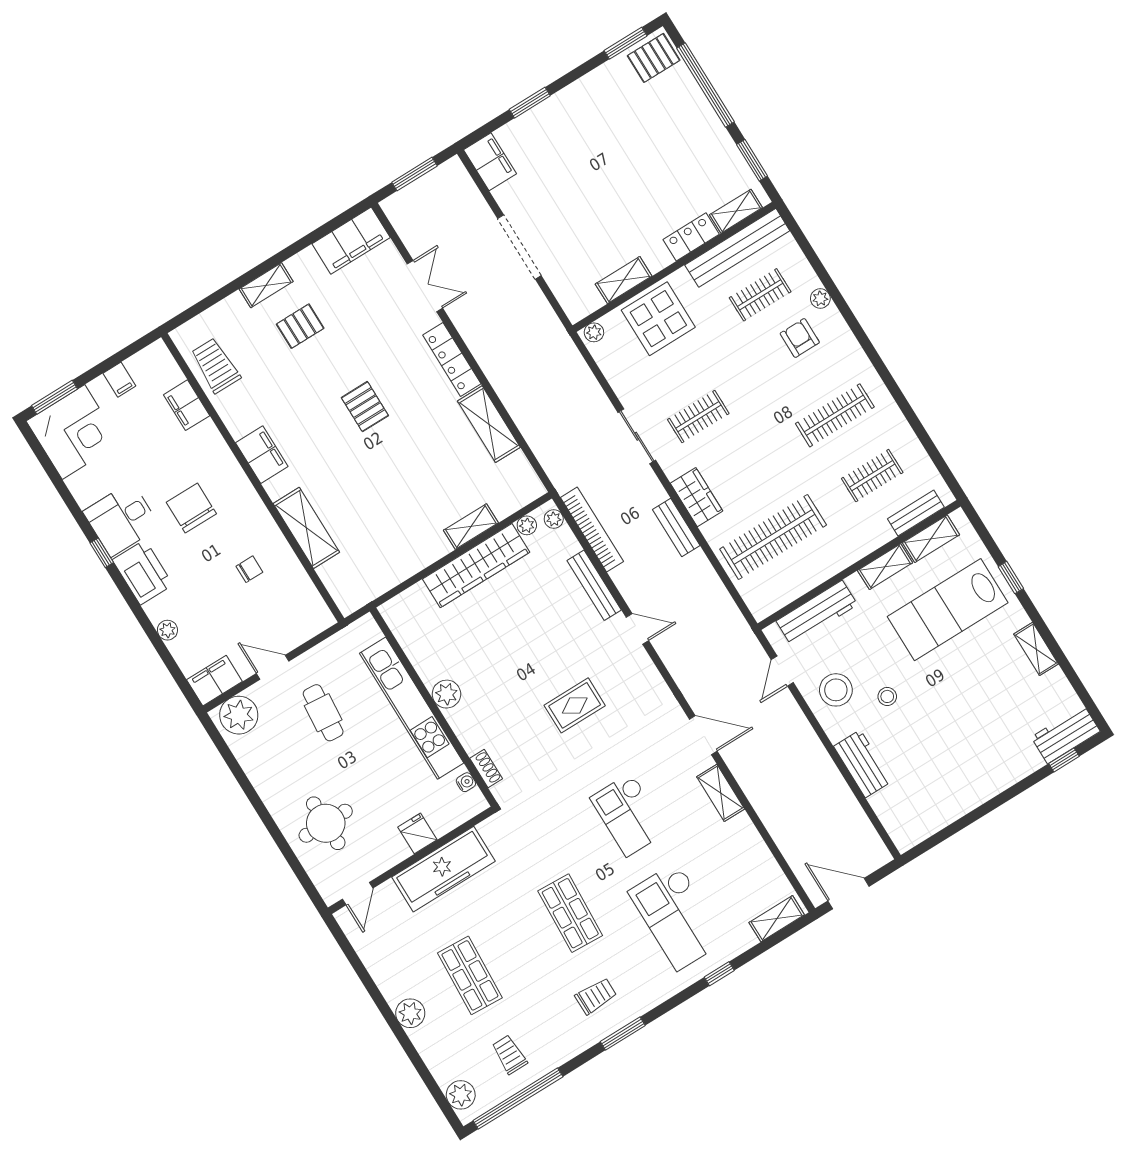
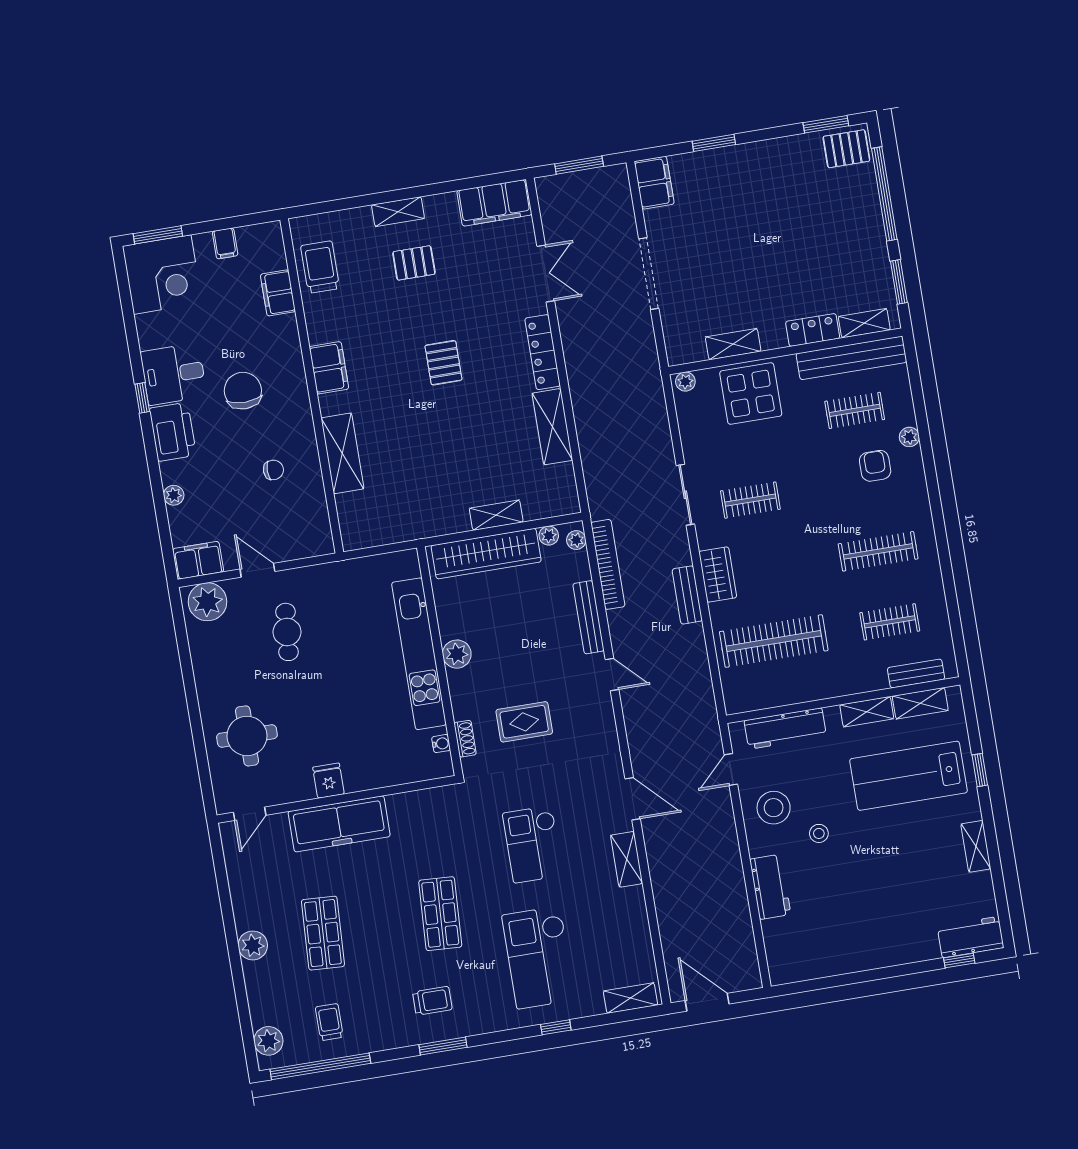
plant: (446, 694) -> (457, 654), moved
wall: (433, 707) -> (440, 661), moved
kitchen unit: (412, 708) -> (419, 654), moved
shoe rack: (486, 769) -> (465, 739), moved
water cooler: (466, 782) -> (441, 744), moved

